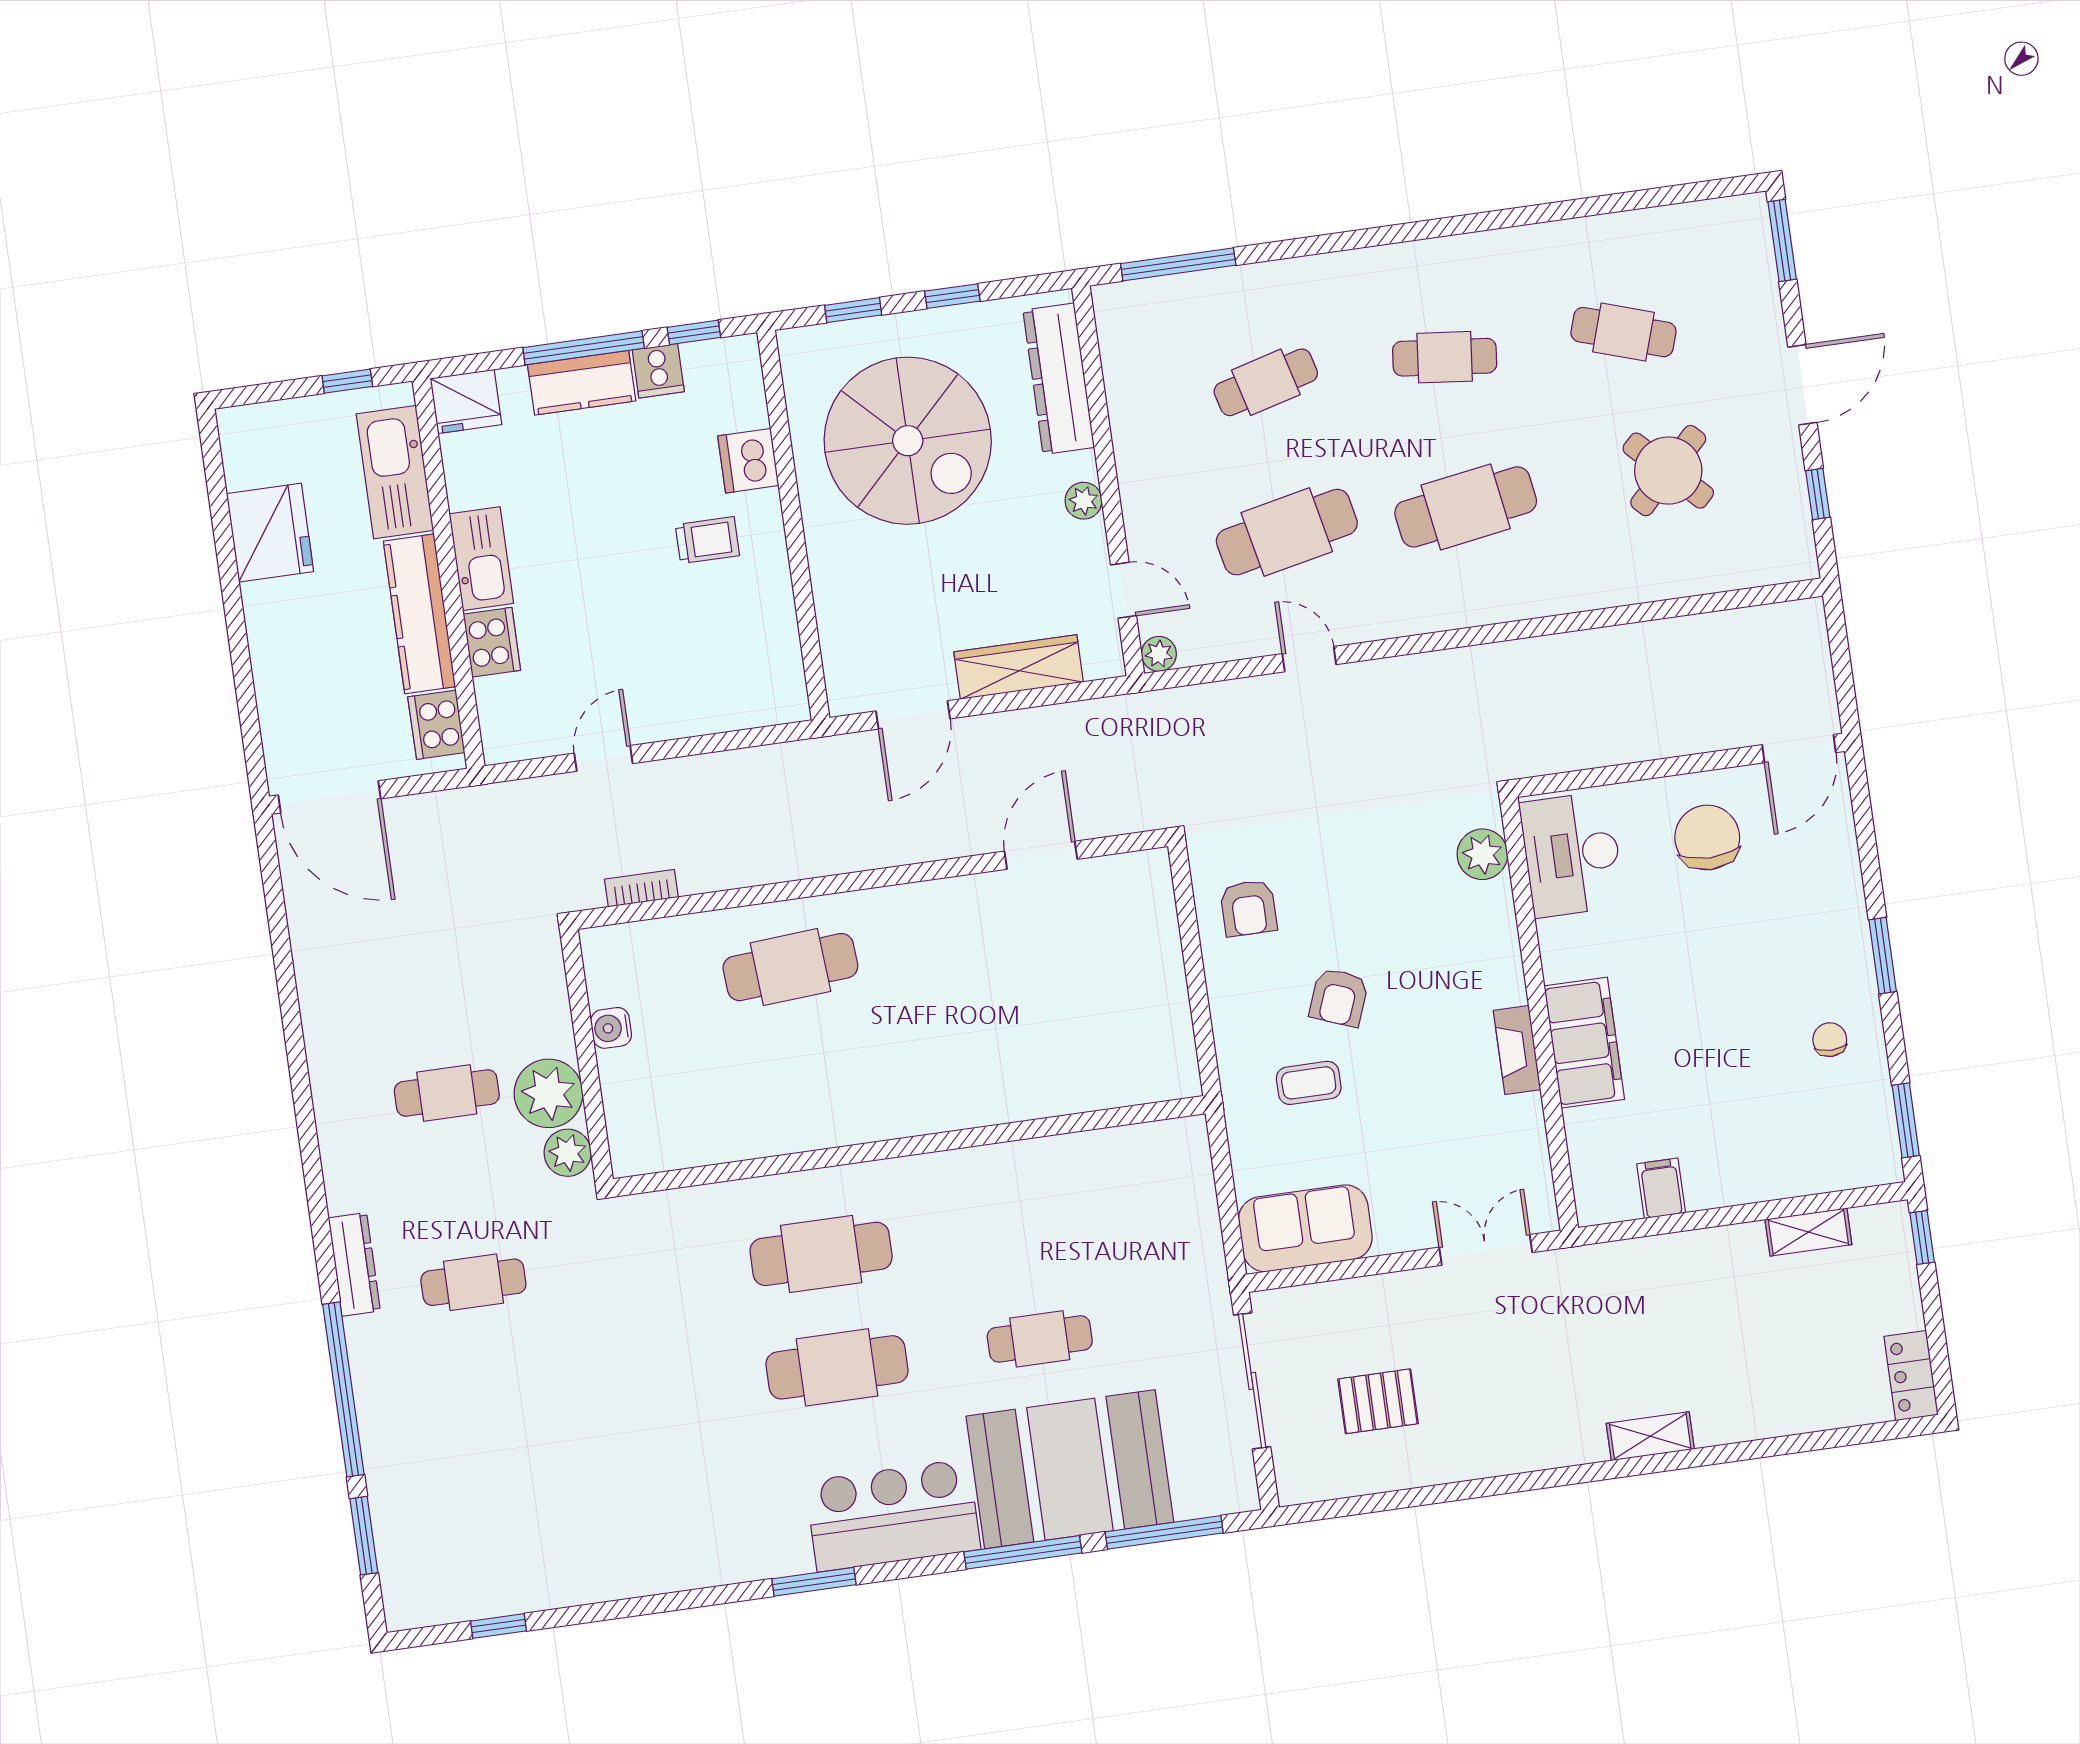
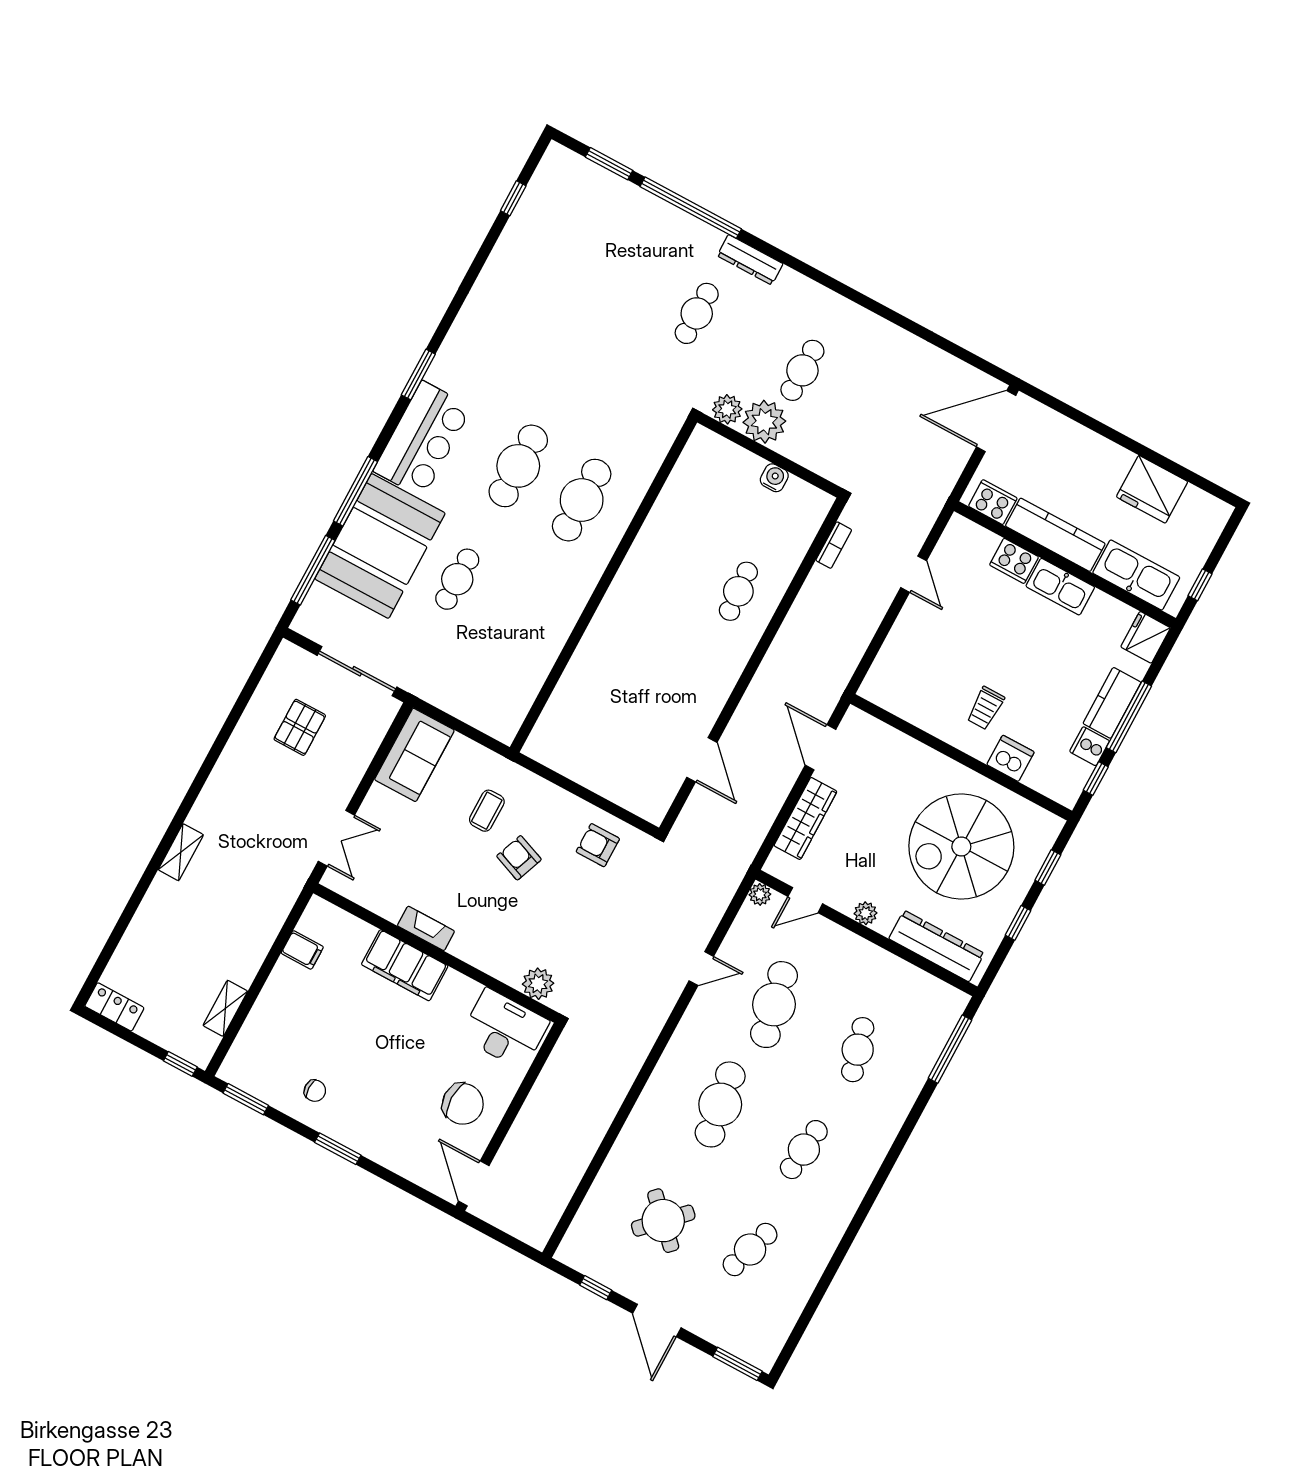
cafe table: (790, 967) -> (738, 591), width x0.73, depth x0.74

